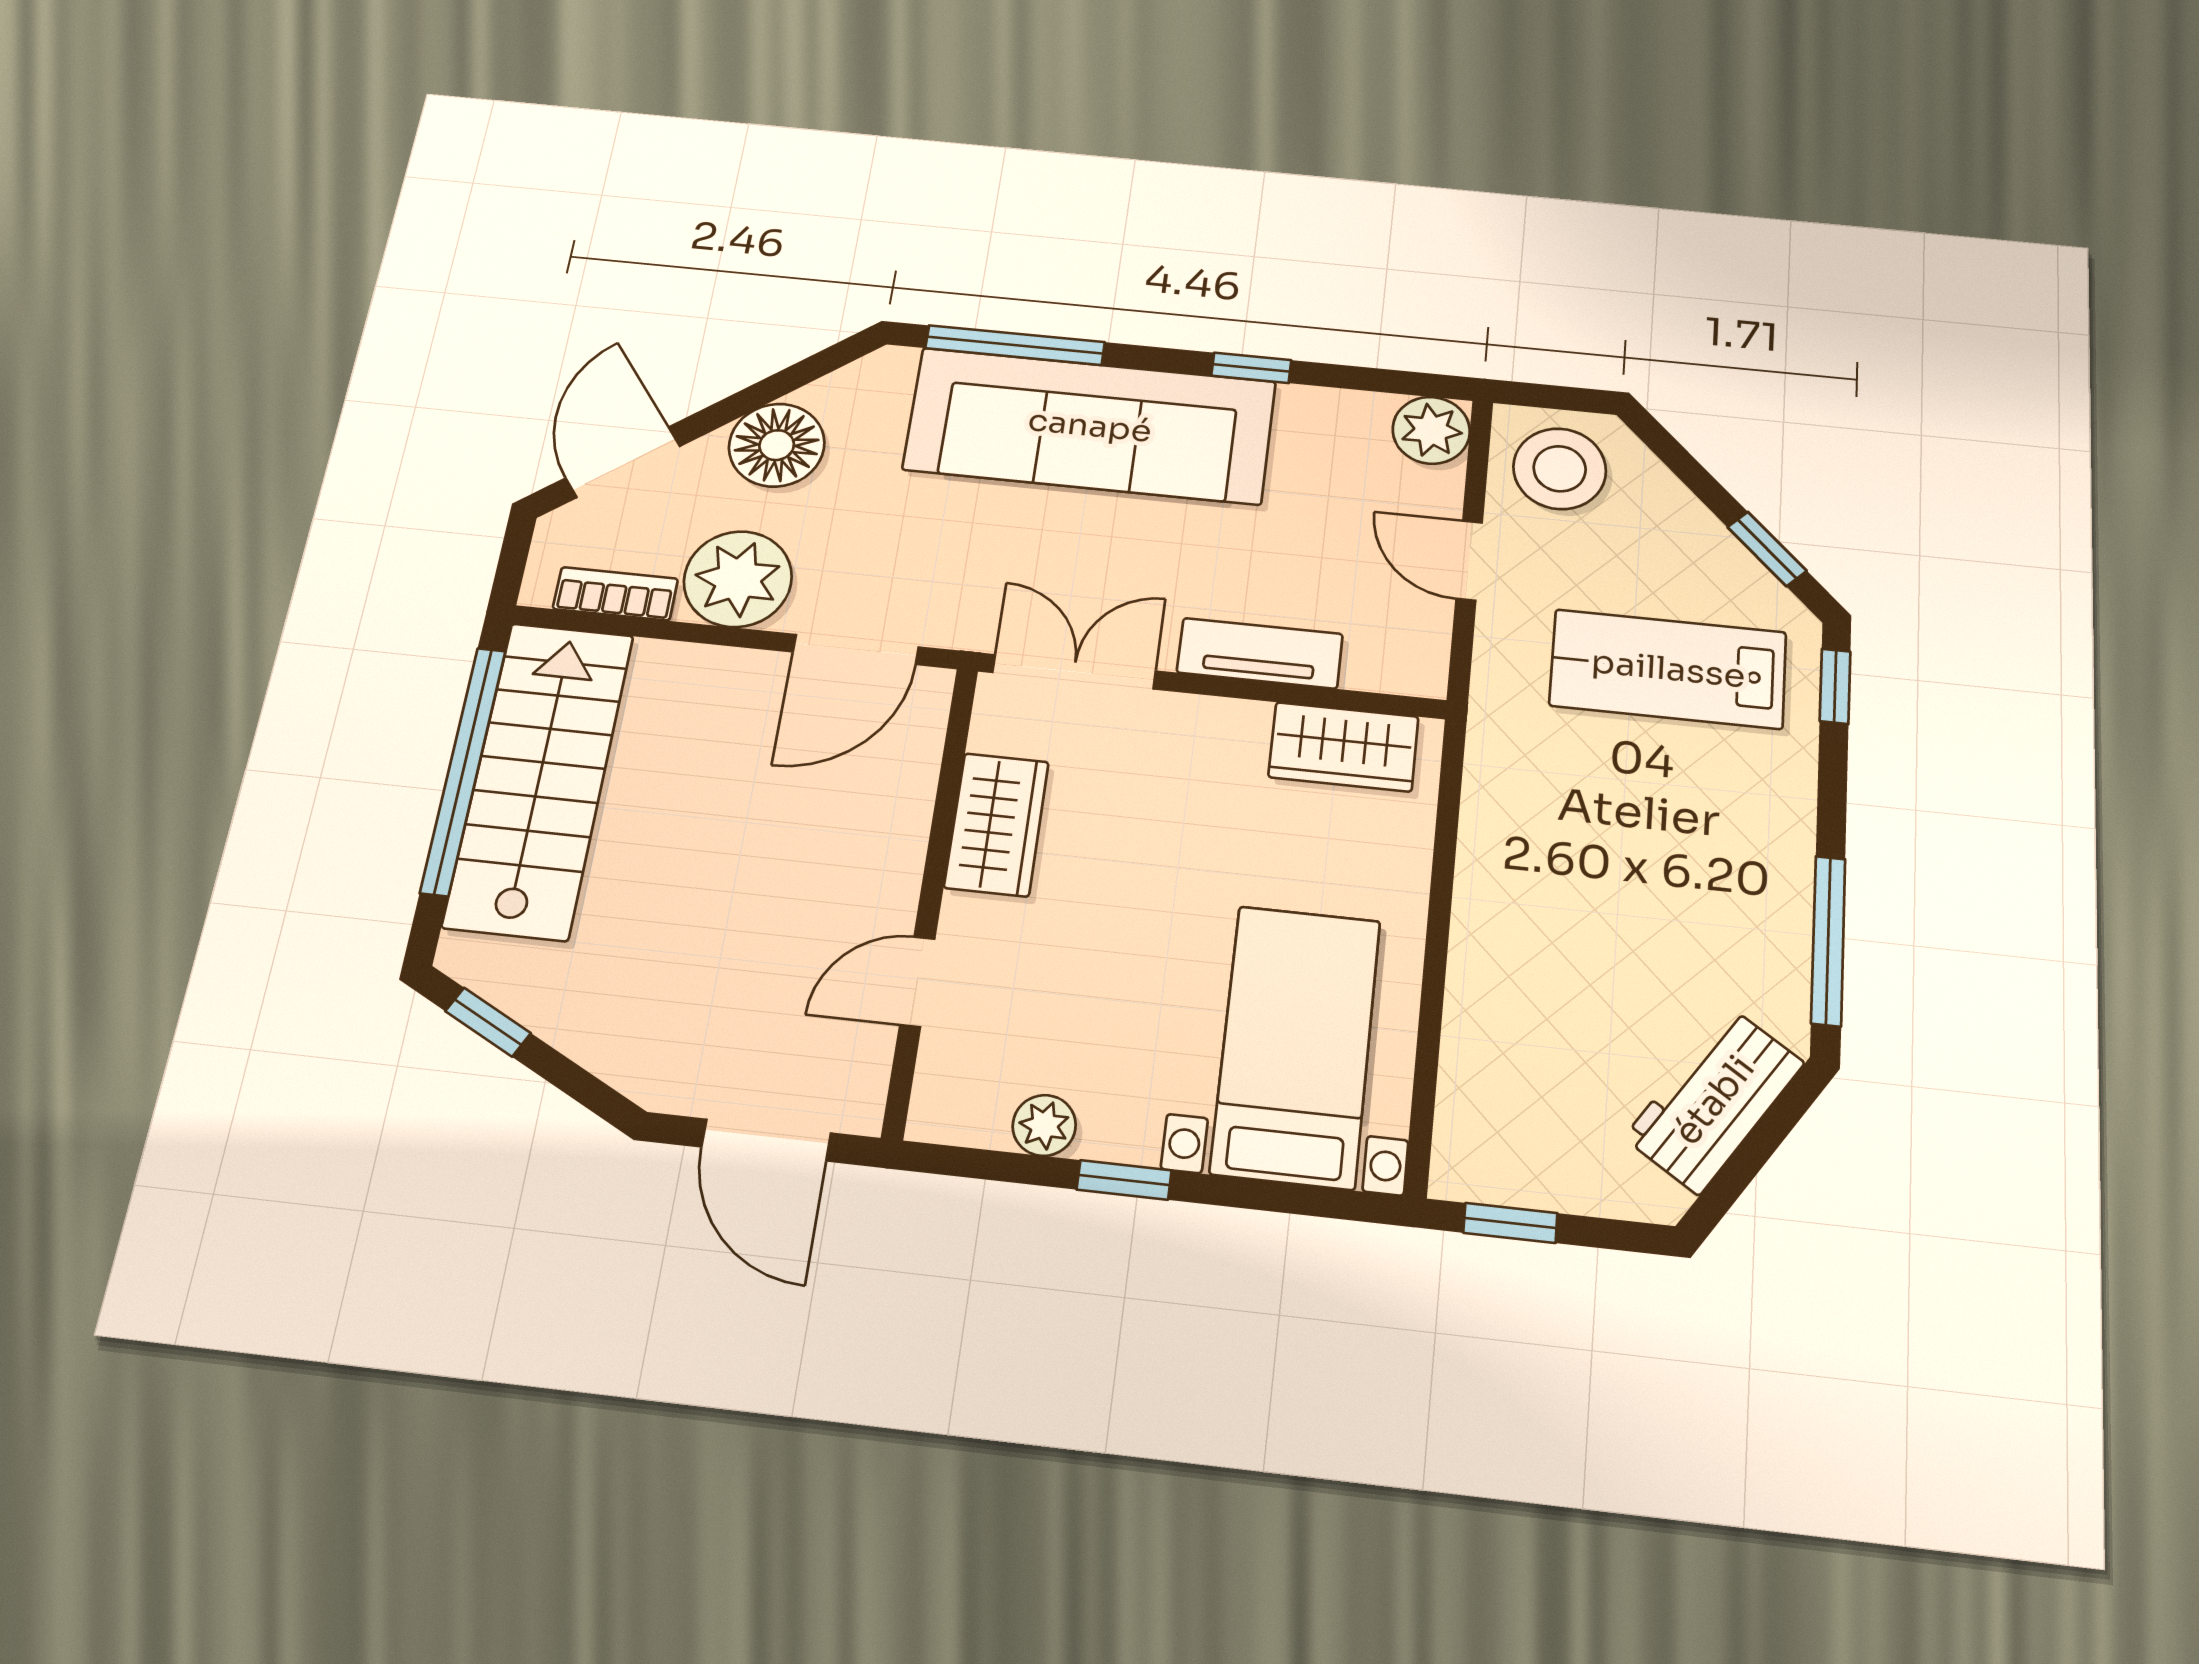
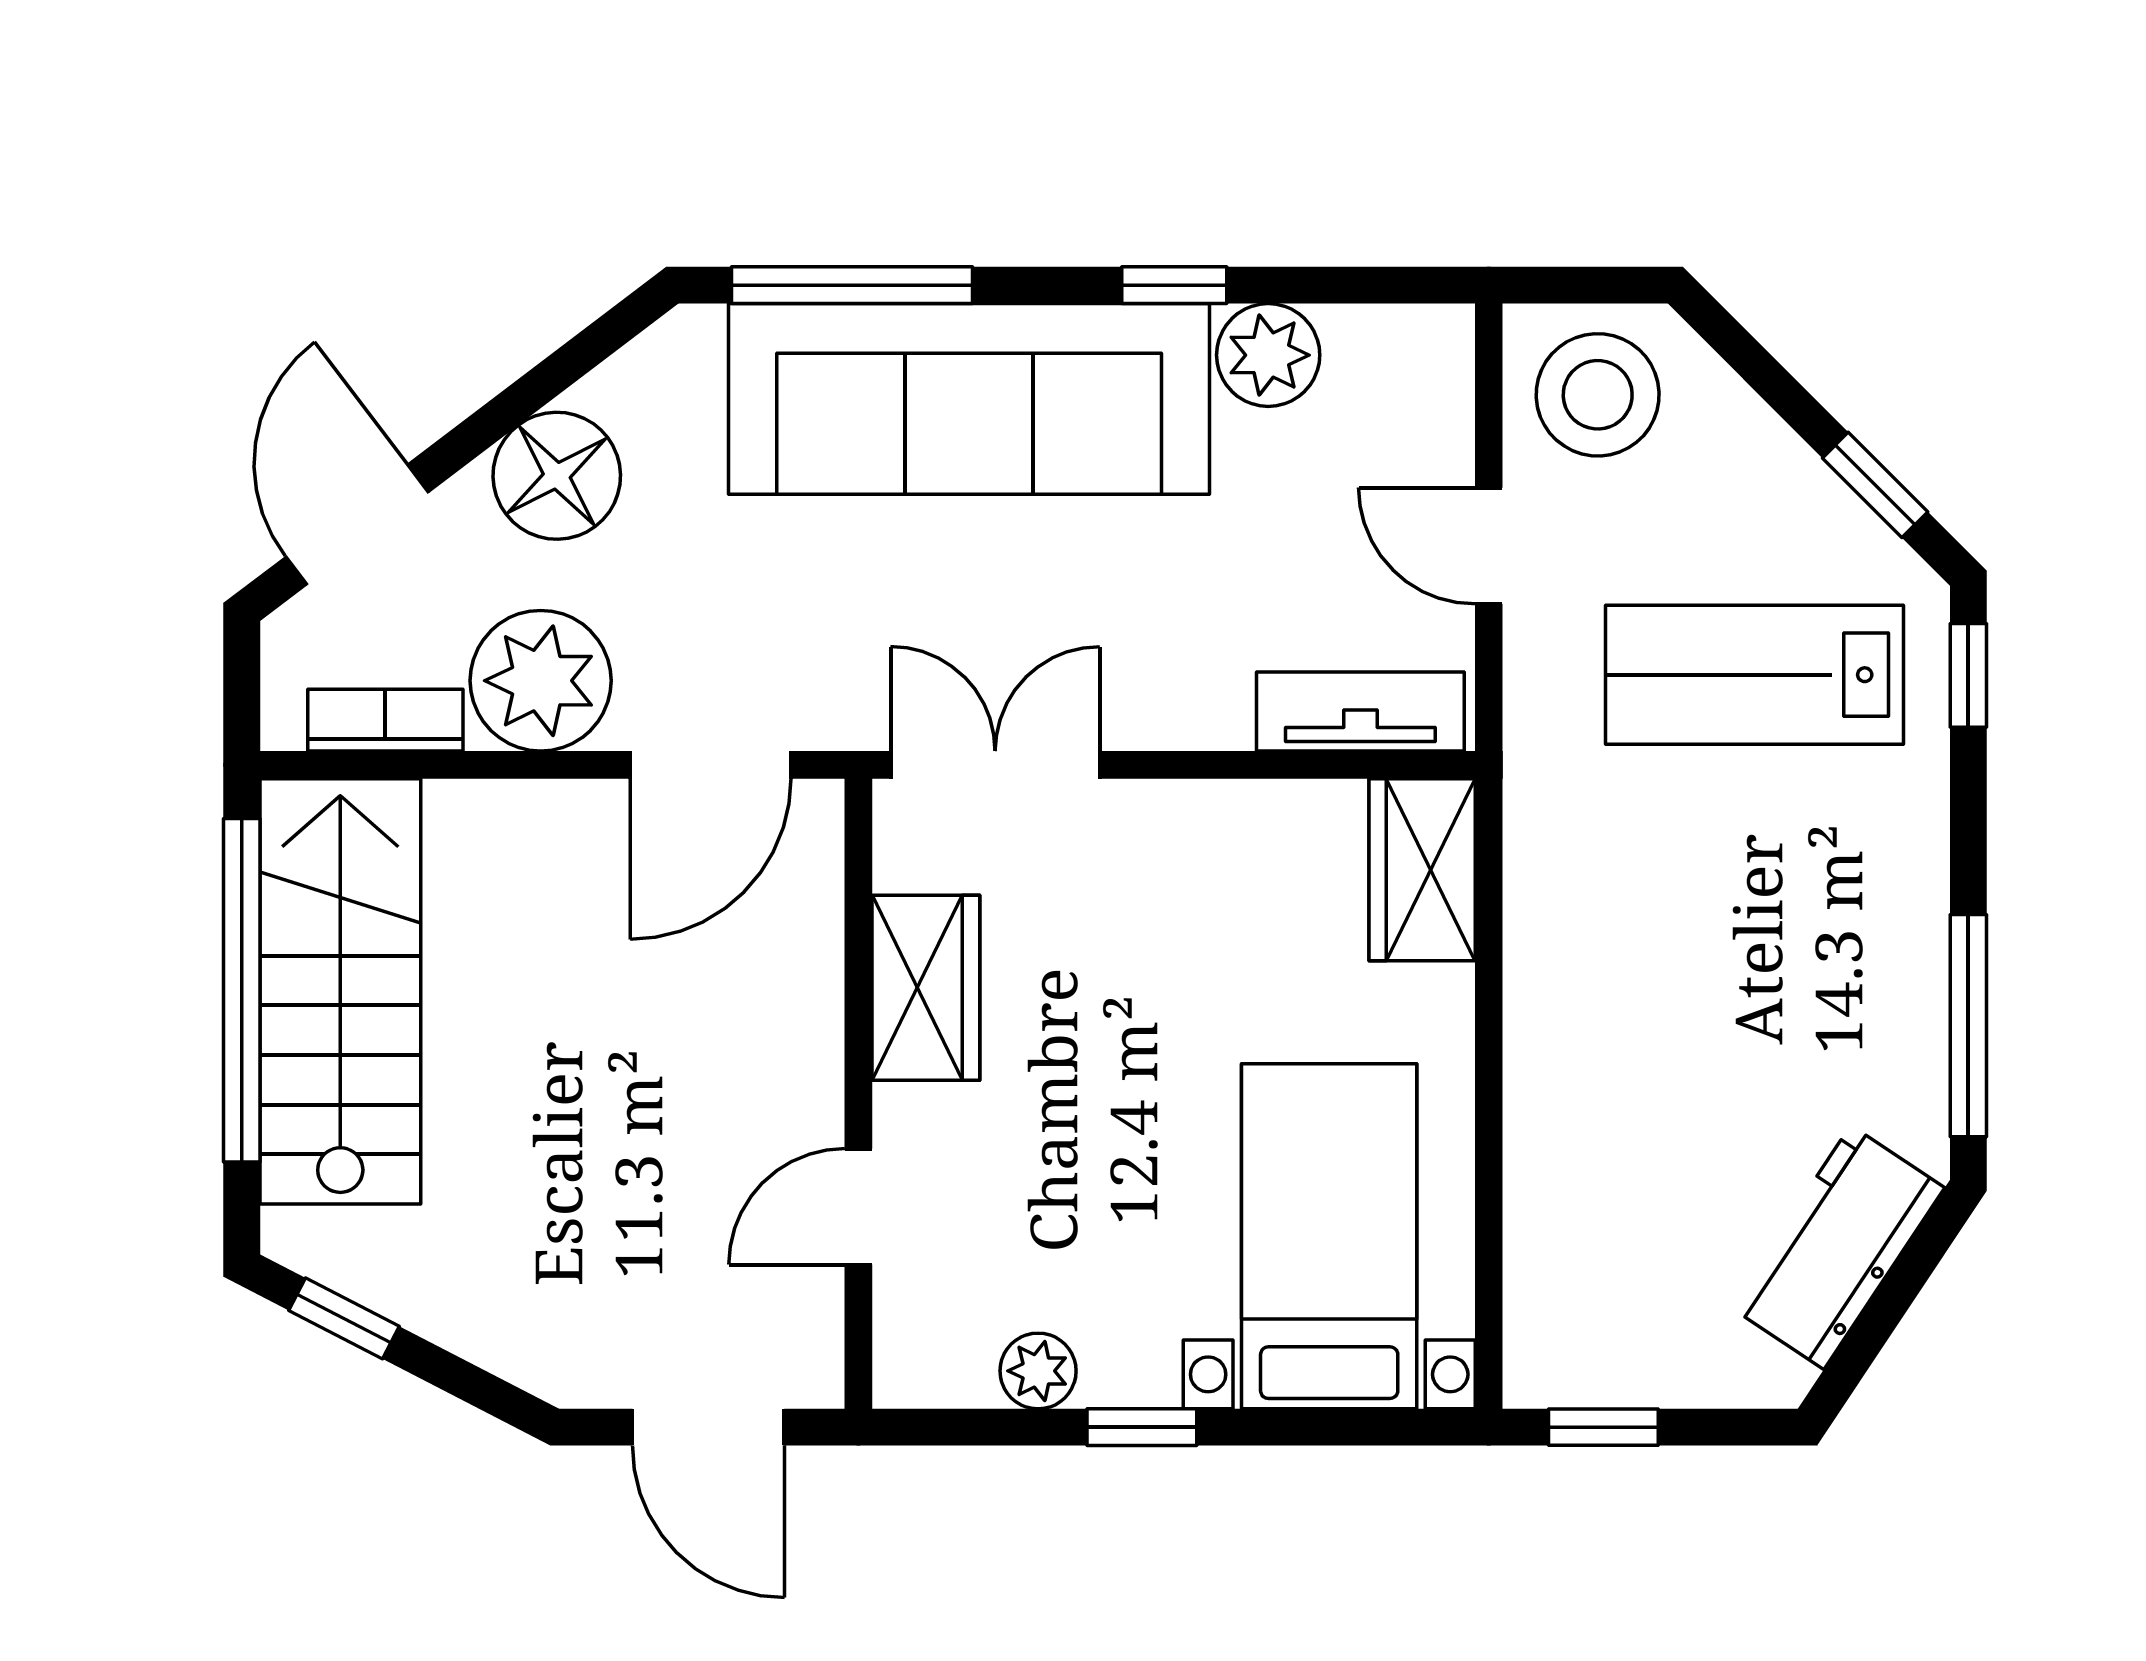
plant: (1431, 430) -> (1268, 355), moved
tv unit: (1260, 653) -> (1360, 712), moved
wardrobe: (1343, 747) -> (1422, 870), moved, turned 90

